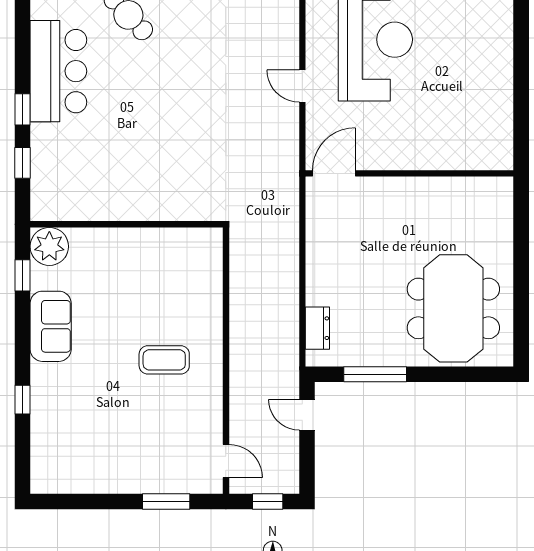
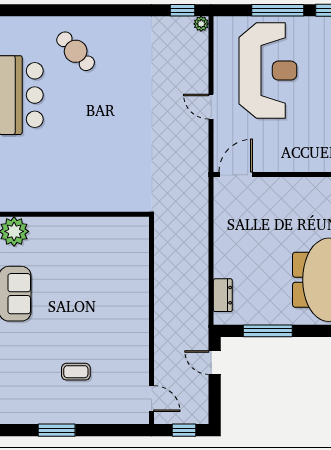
coffee table: (164, 360) -> (76, 372), moved, width x0.73, depth x0.77
window: (166, 502) -> (57, 430), moved

